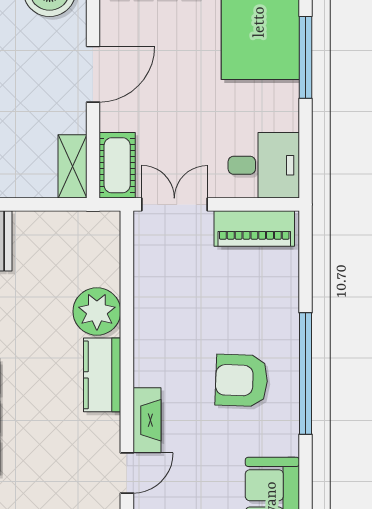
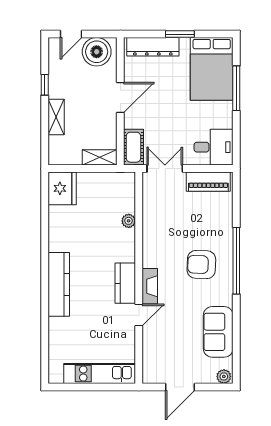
shelving: (73, 166) -> (100, 157), moved, turned 90
plant: (97, 311) -> (129, 221), width x0.53, depth x0.53
kitchen counter: (102, 375) -> (125, 283), moved

